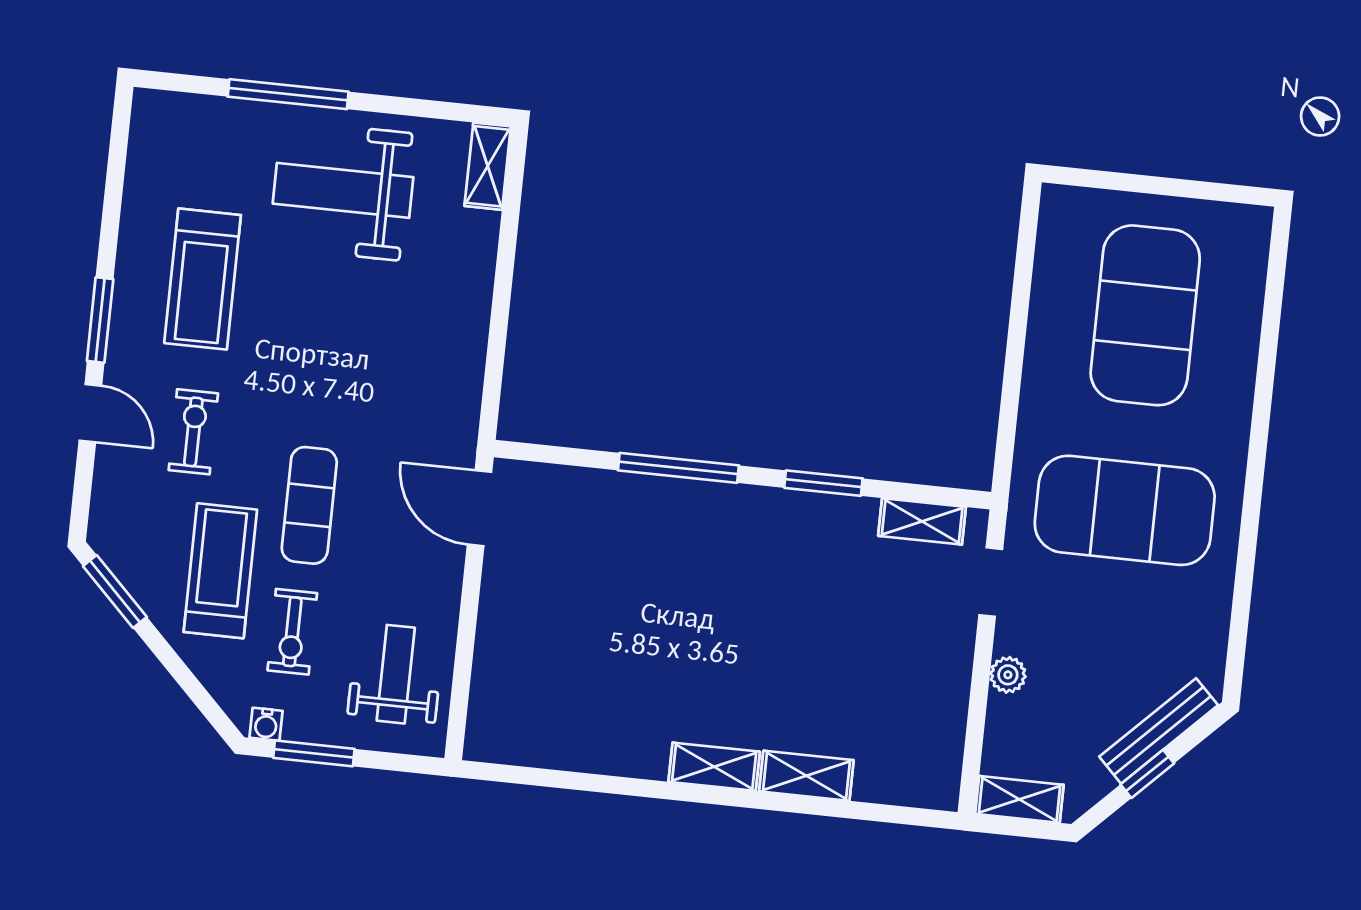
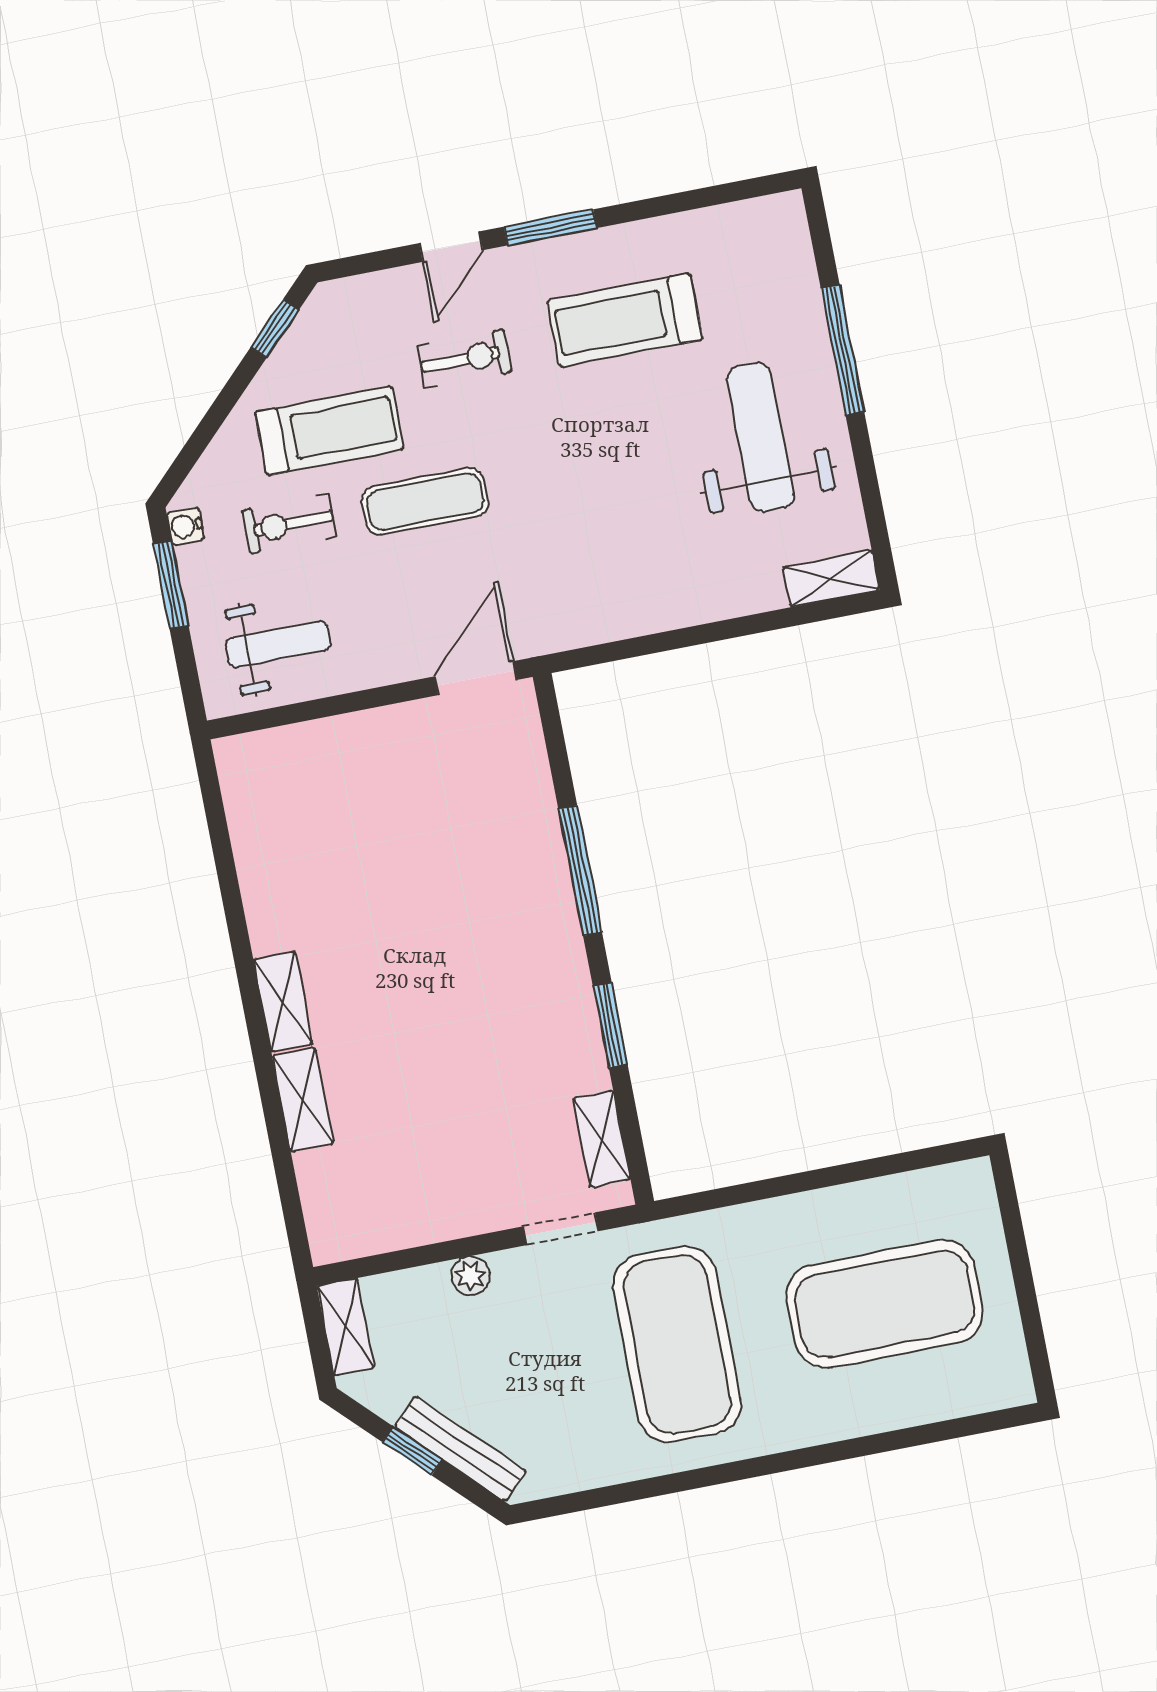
window: (115, 592) -> (275, 328), width x0.67

